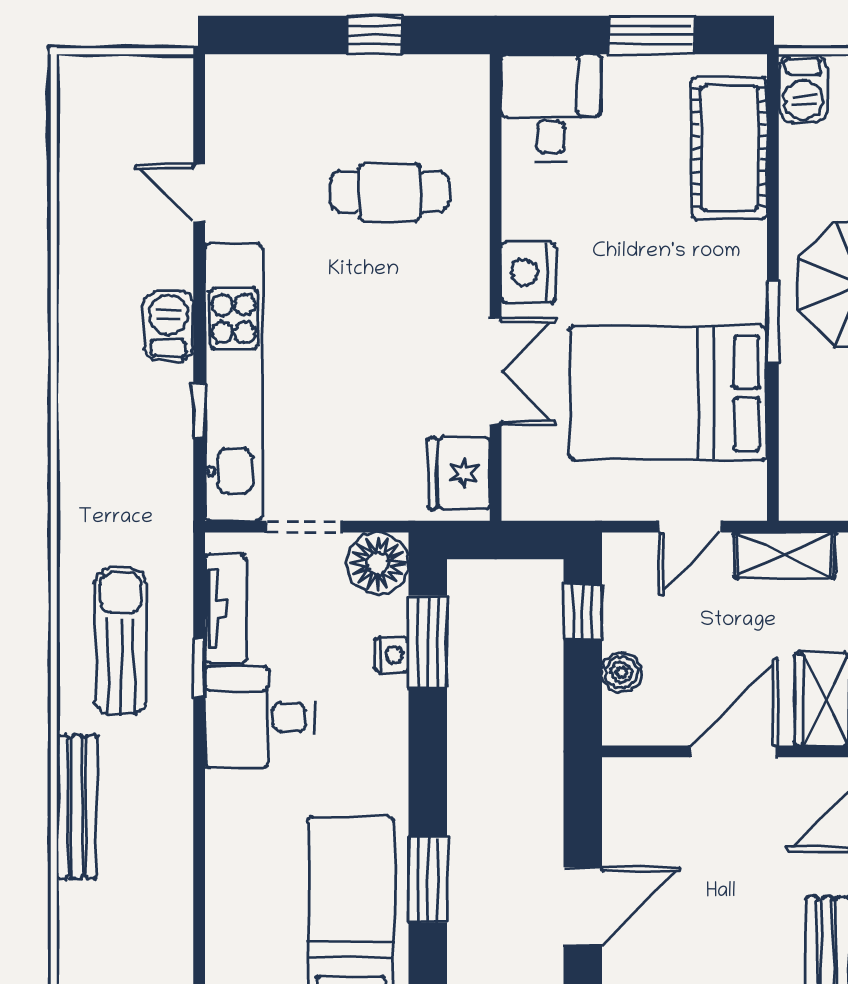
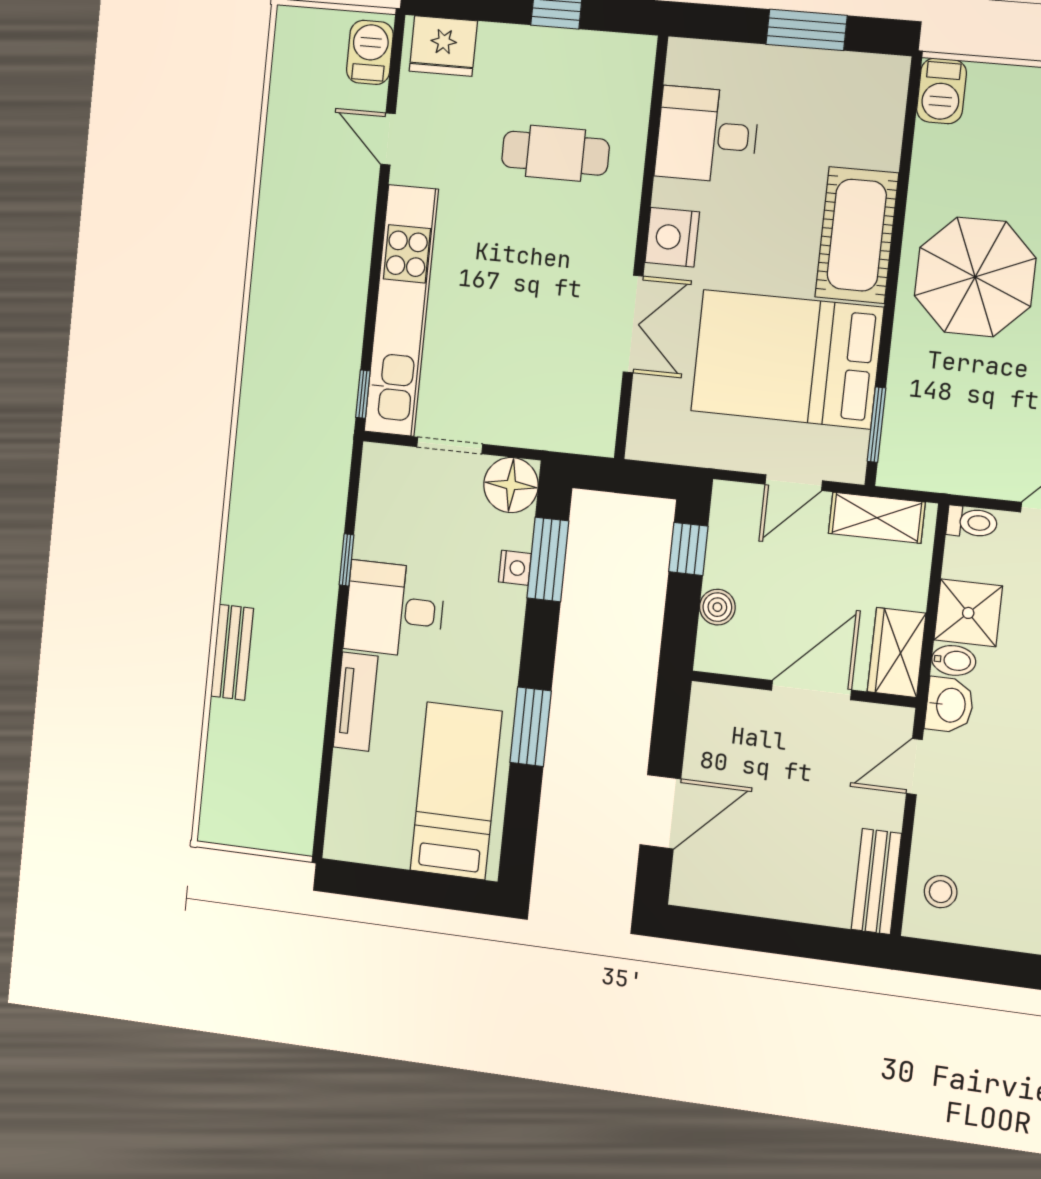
desk: (551, 108) -> (707, 135), moved, turned -90
cot: (729, 148) -> (857, 235), moved
window: (773, 322) -> (877, 425), moved
barbecue: (169, 326) -> (370, 52), moved
window: (199, 410) -> (363, 394), moved
fridge: (459, 473) -> (443, 46), moved, turned -90
tv unit: (226, 608) -> (356, 702), moved
sun lounger: (121, 641) -> (282, 529), removed
bench: (77, 807) -> (232, 652), width x0.73
window: (428, 879) -> (531, 727), moved

